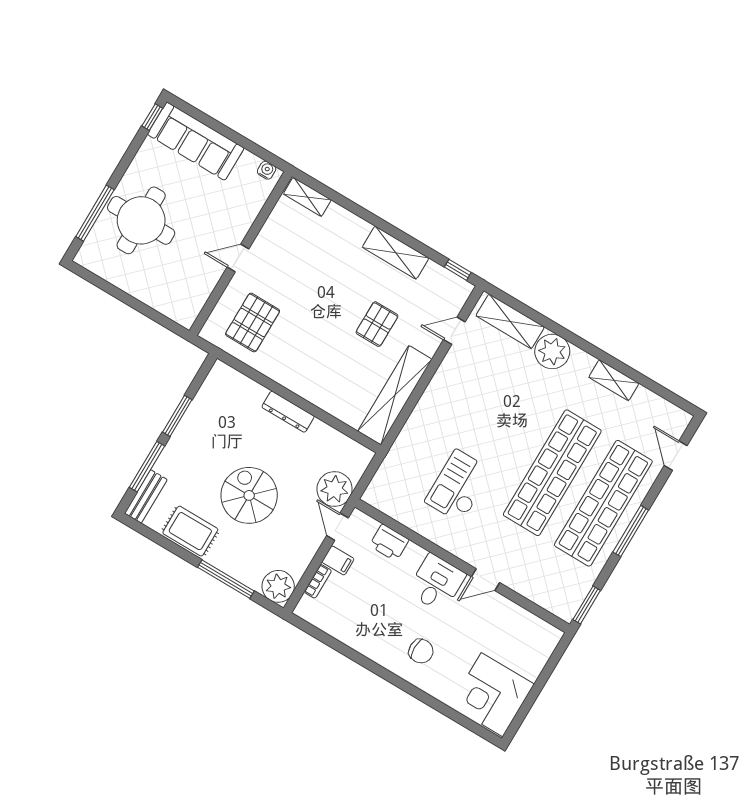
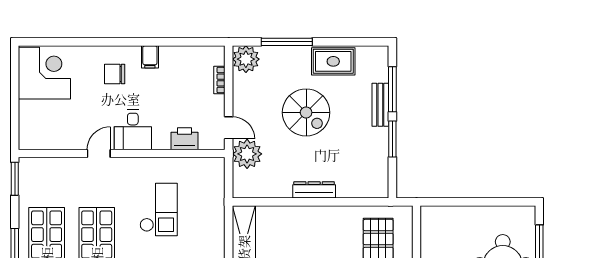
bench: (146, 496) -> (380, 105), moved
filing cabinet: (338, 560) -> (150, 57), moved, turned -90

